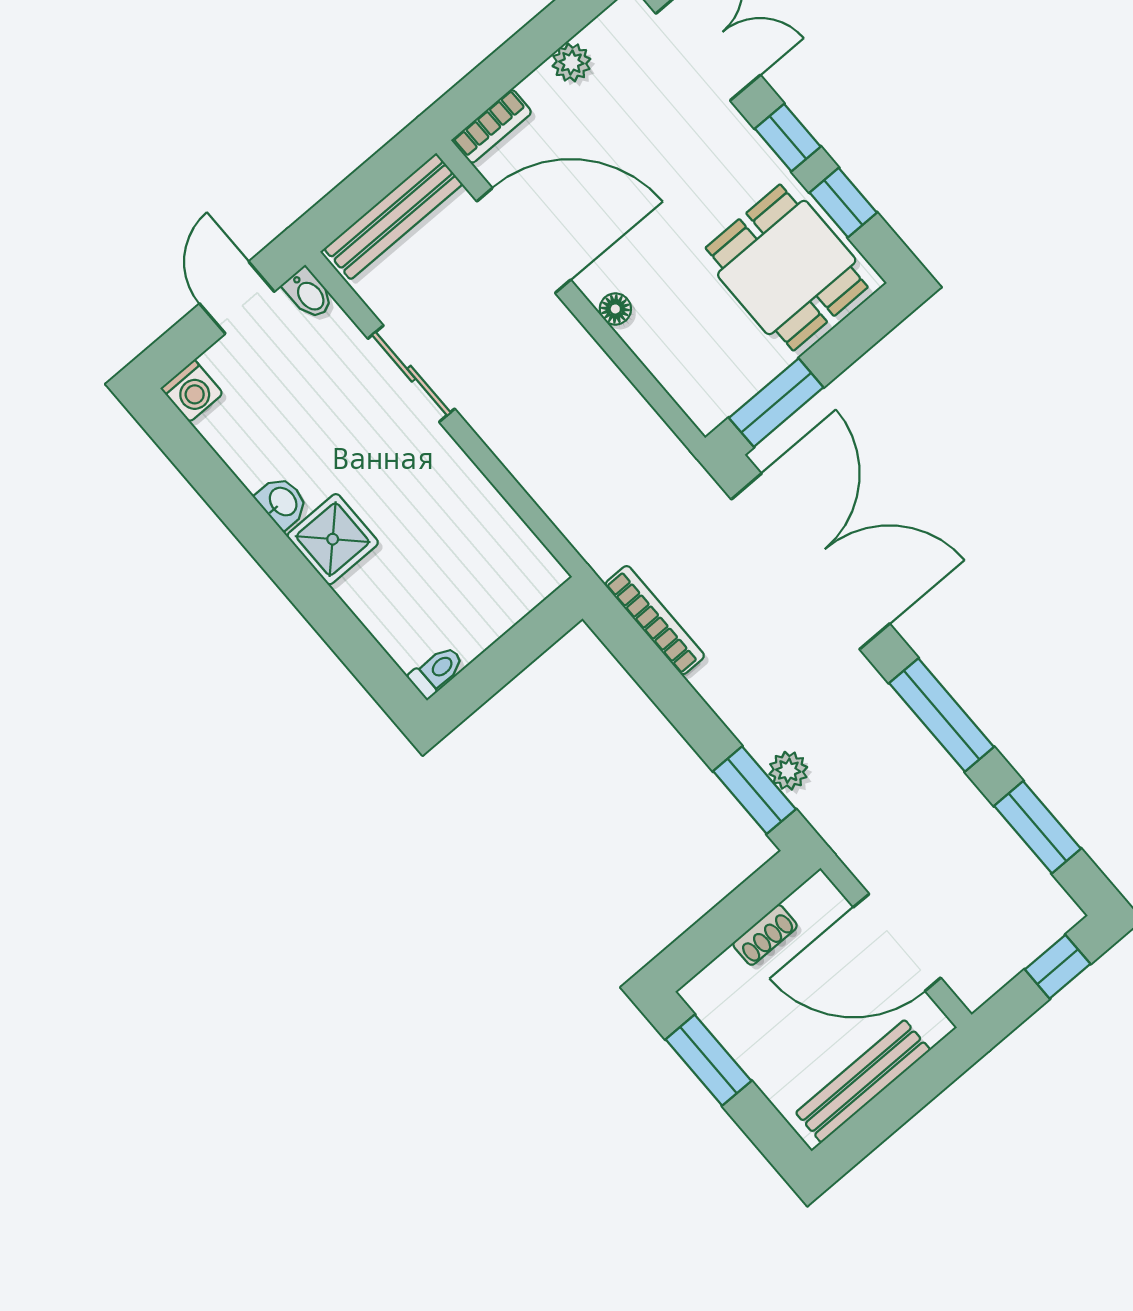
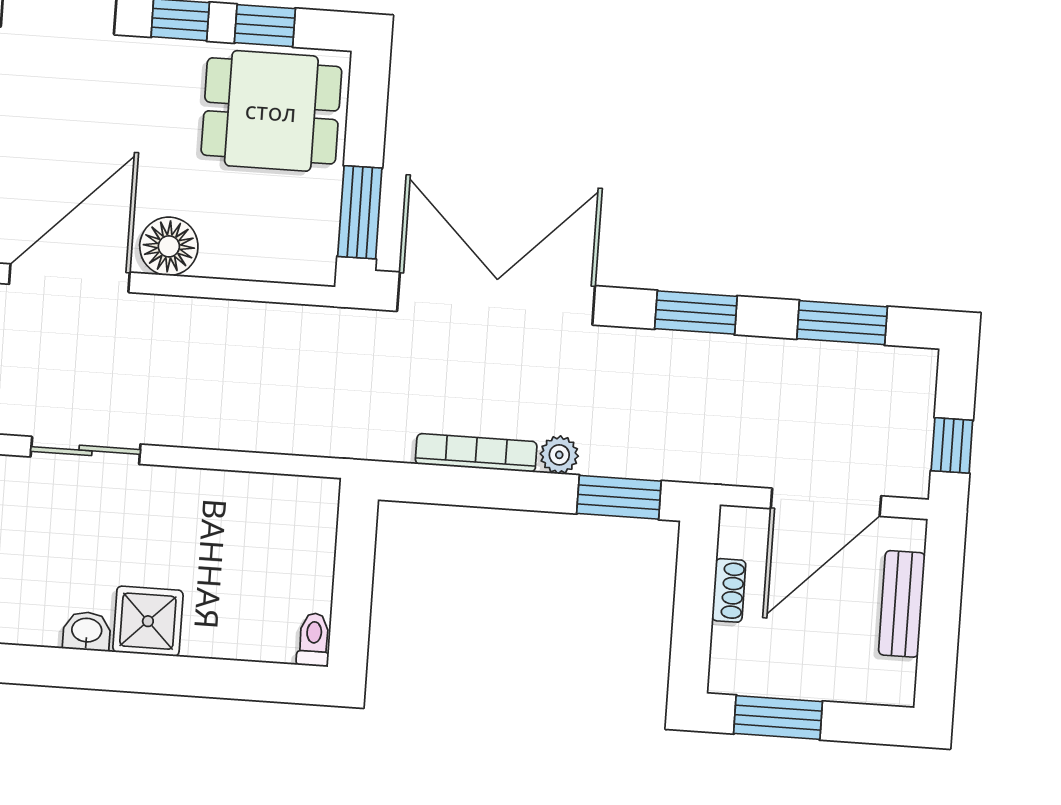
floor lamp: (615, 309) -> (169, 246), width x1.89, depth x1.89
bookcase: (655, 620) -> (476, 453), moved
window: (942, 715) -> (696, 312), width x0.69
plant: (788, 771) -> (559, 455), moved
window: (1058, 967) -> (952, 445), moved
bench: (863, 1081) -> (902, 604), width x0.73

